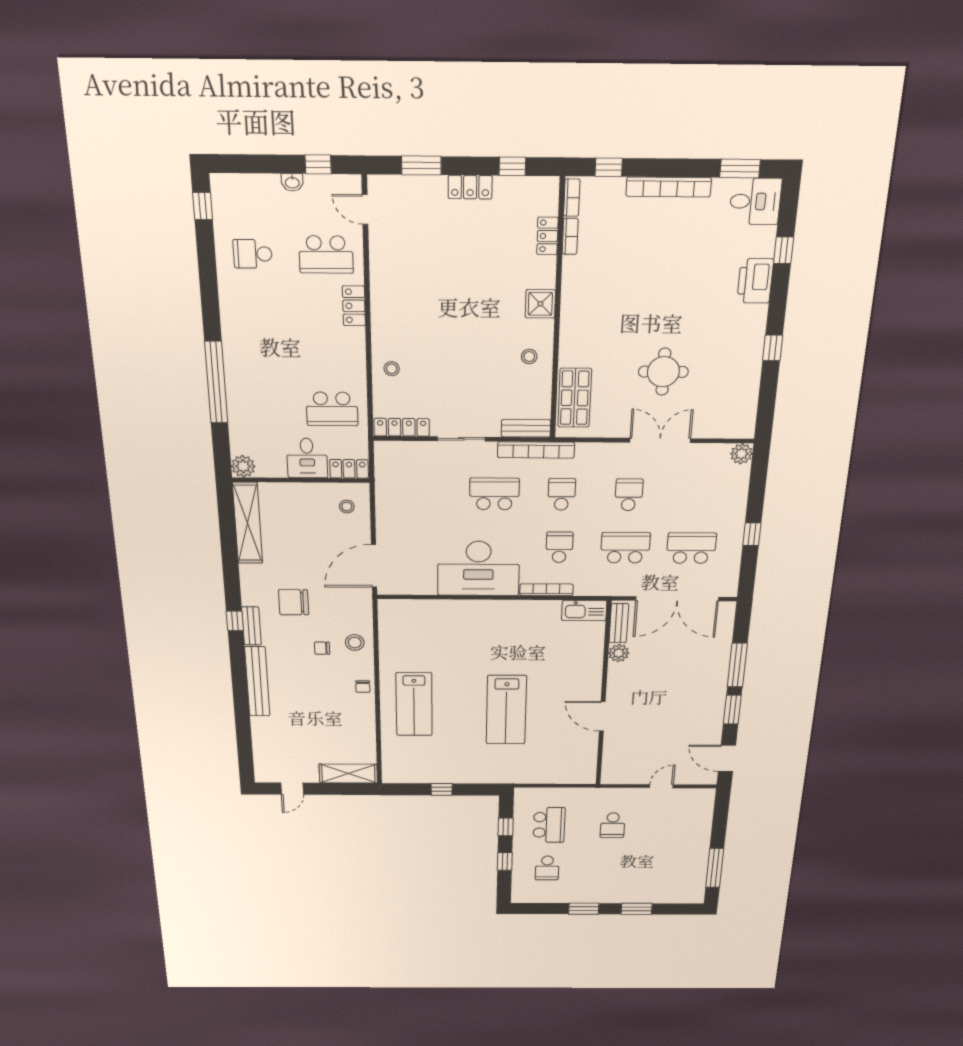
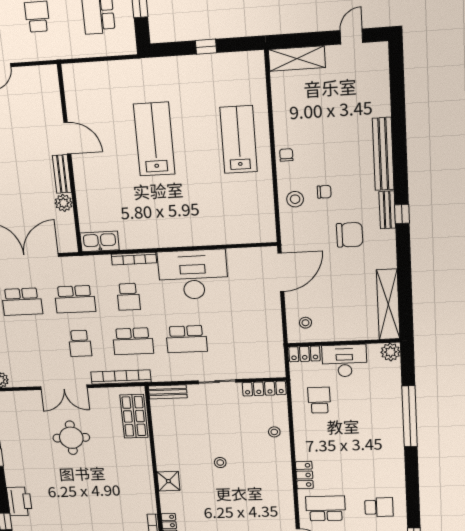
stool: (529, 357) -> (220, 463), moved
school desk: (332, 409) -> (319, 400), width x0.54
bookcase: (536, 450) -> (121, 377), moved
desk: (307, 458) -> (344, 361), width x1.37
school desk: (562, 494) -> (133, 341), width x1.85
bench: (619, 623) -> (62, 174), moved

